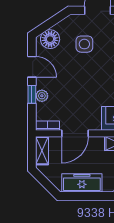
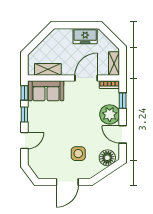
window: (32, 94) -> (123, 101), moved
plant: (42, 96) -> (110, 114), width x1.87, depth x1.87
freezer: (82, 183) -> (85, 36), width x0.71

